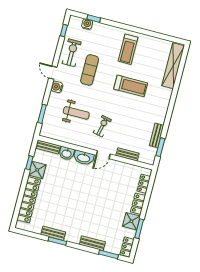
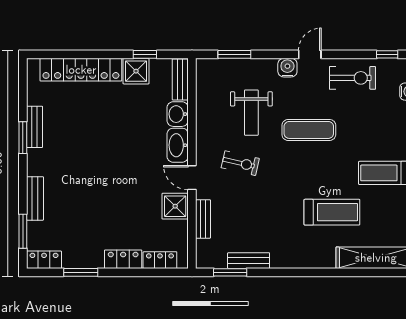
exercise mat: (90, 70) -> (309, 130), moved
treadmill: (131, 86) -> (332, 212), moved, turned -90
shower: (131, 221) -> (175, 206), moved

